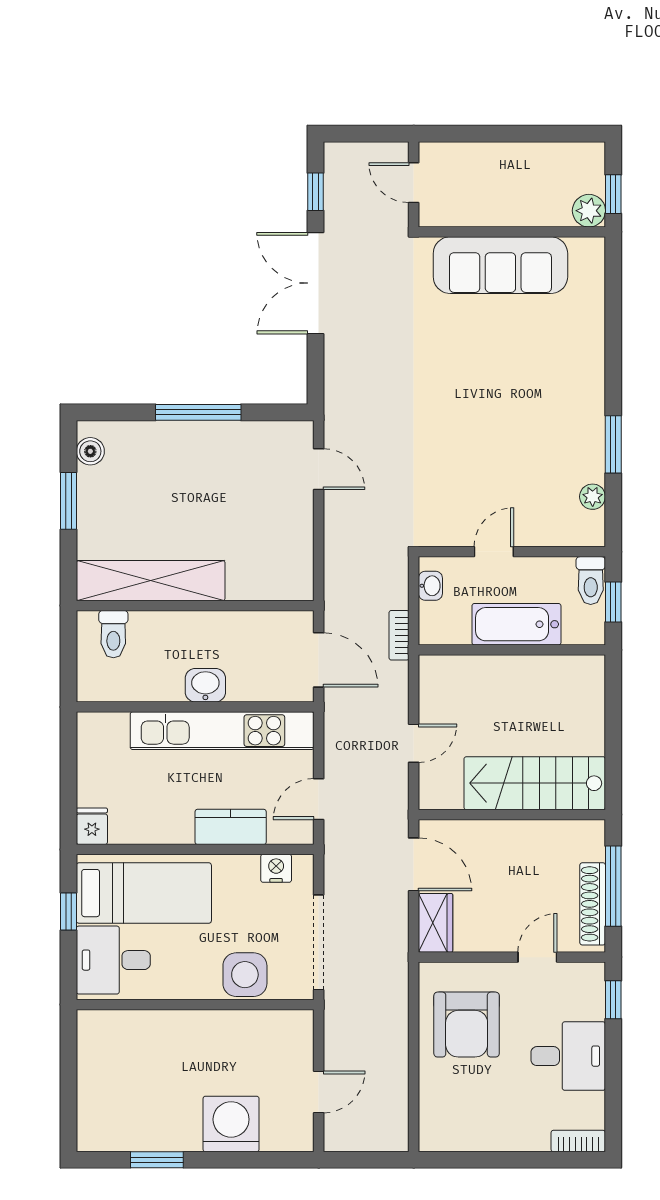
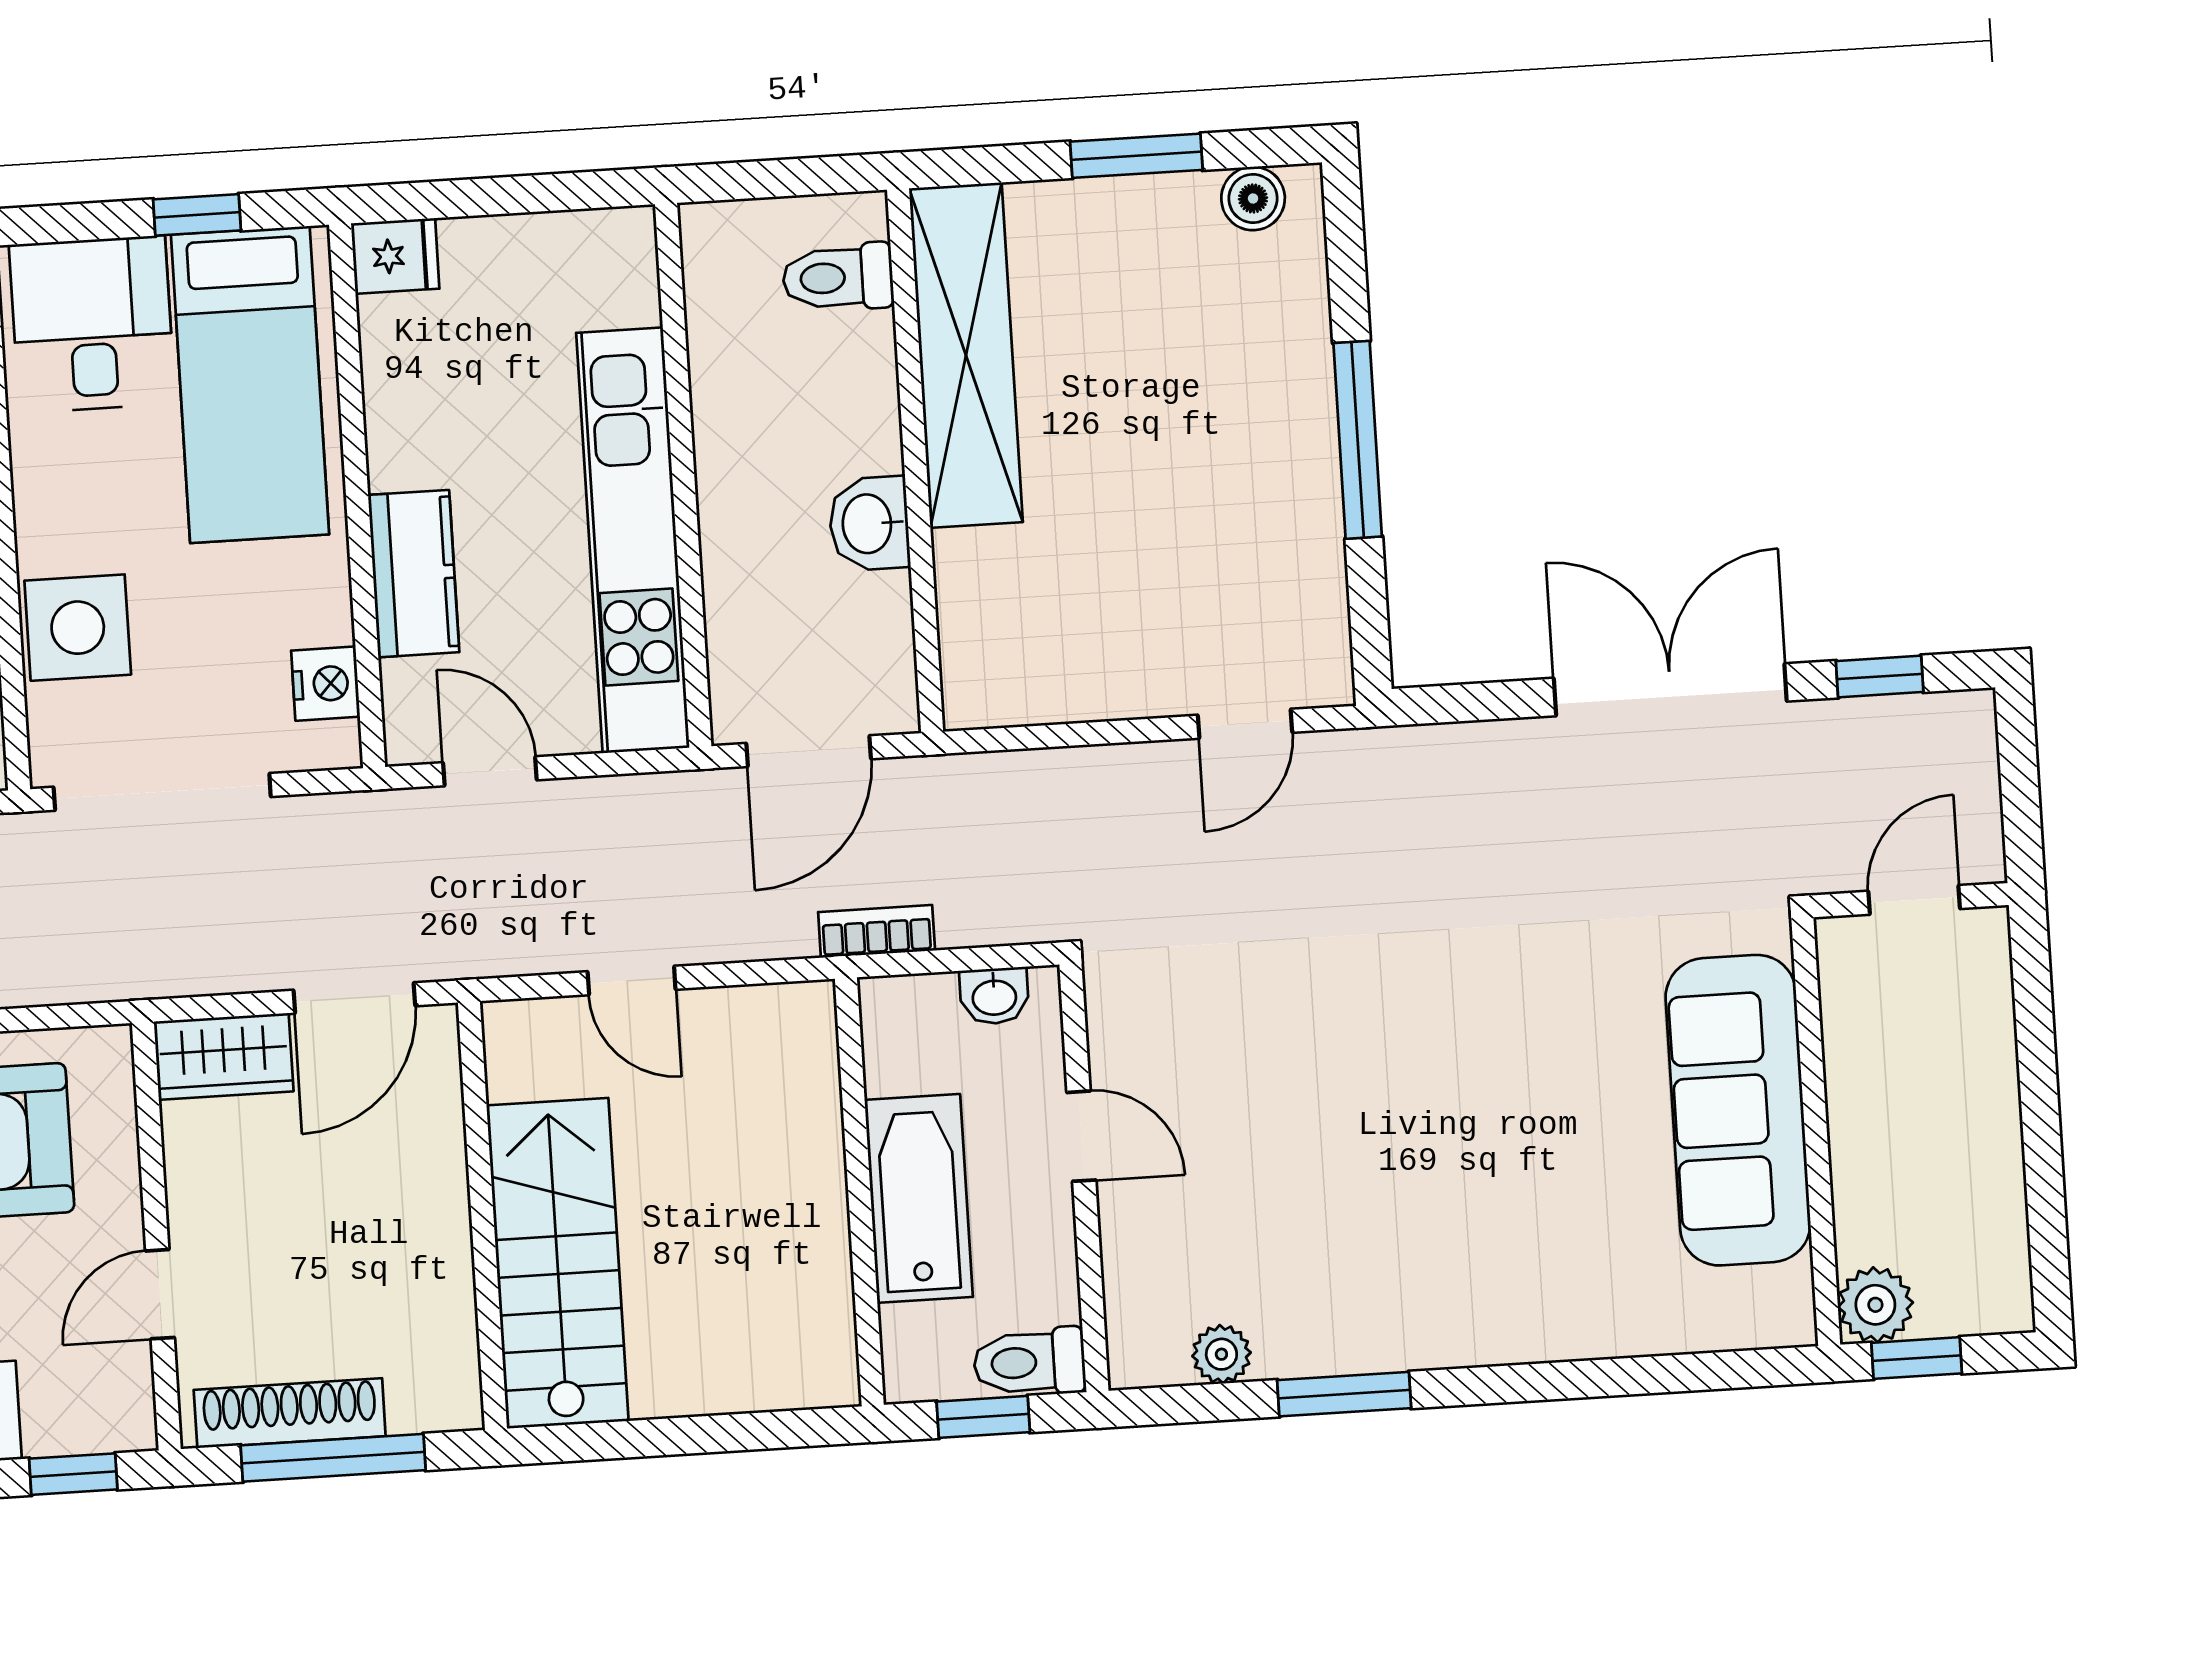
washbasin: (205, 685) -> (869, 524), moved, turned 180
door: (537, 957) -> (160, 1294), swing flipped

